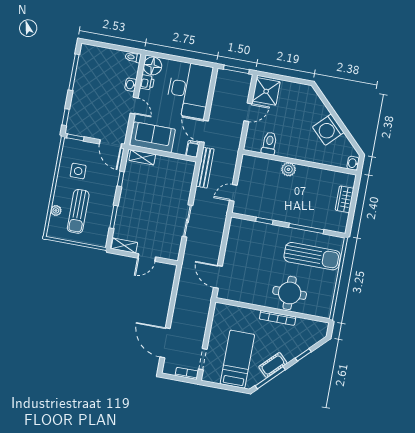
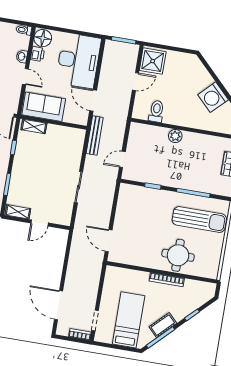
filing cabinet: (193, 149) -> (83, 118), removed

